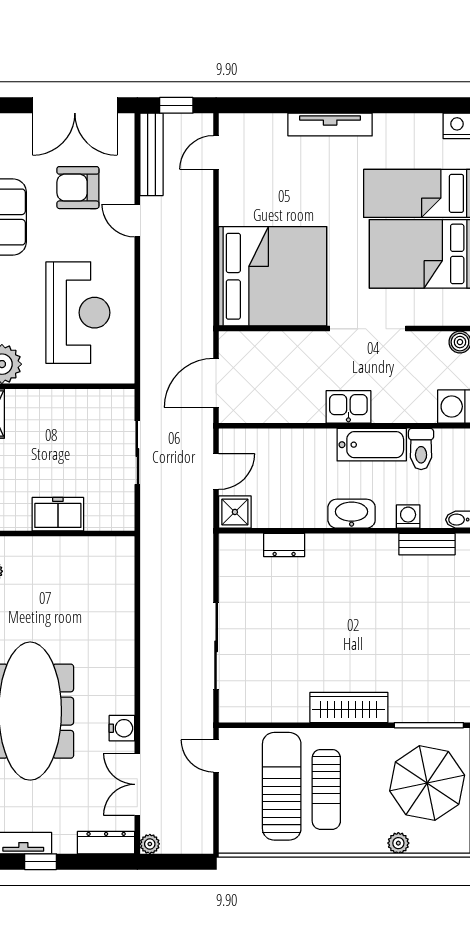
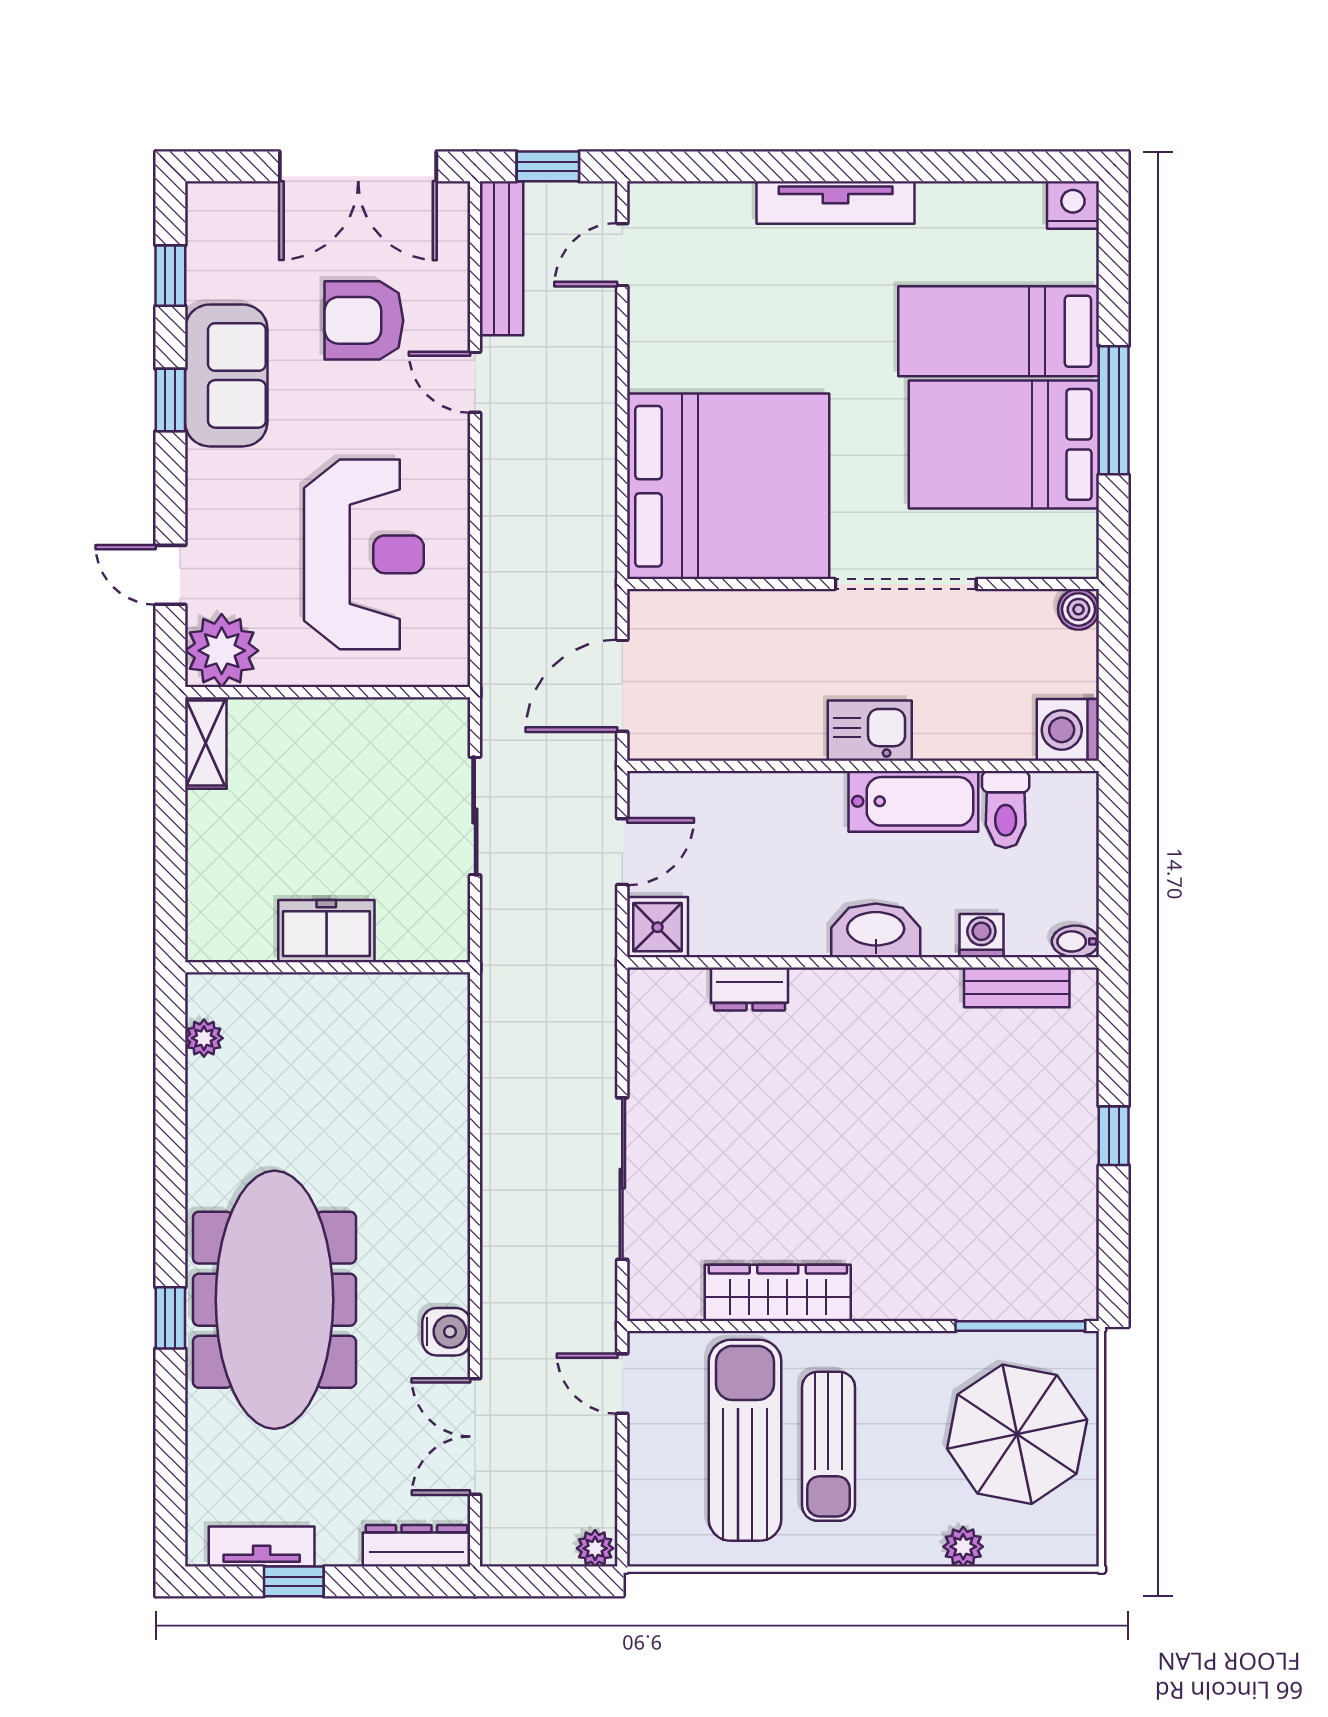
wardrobe: (349, 707) -> (778, 1293), moved
plant: (150, 844) -> (595, 1548), moved

